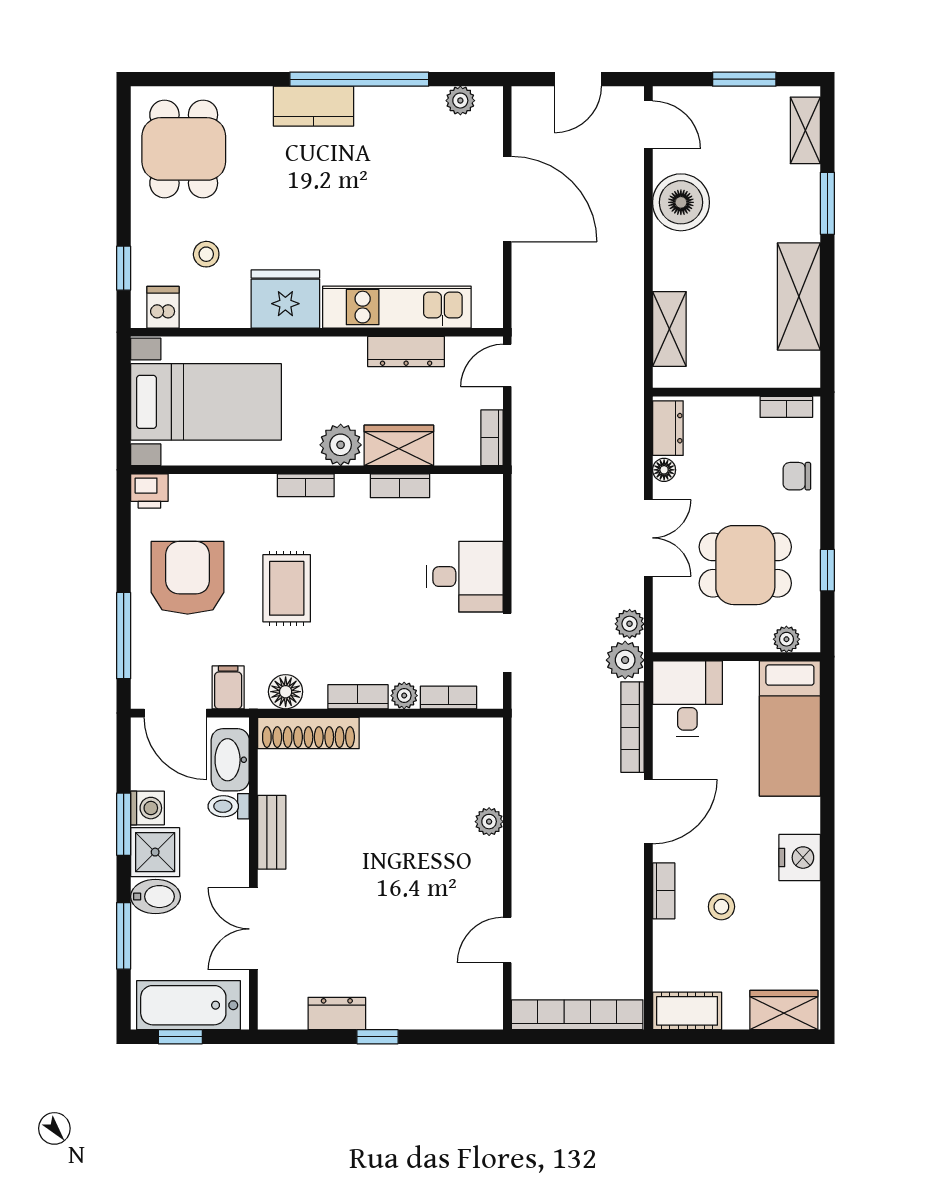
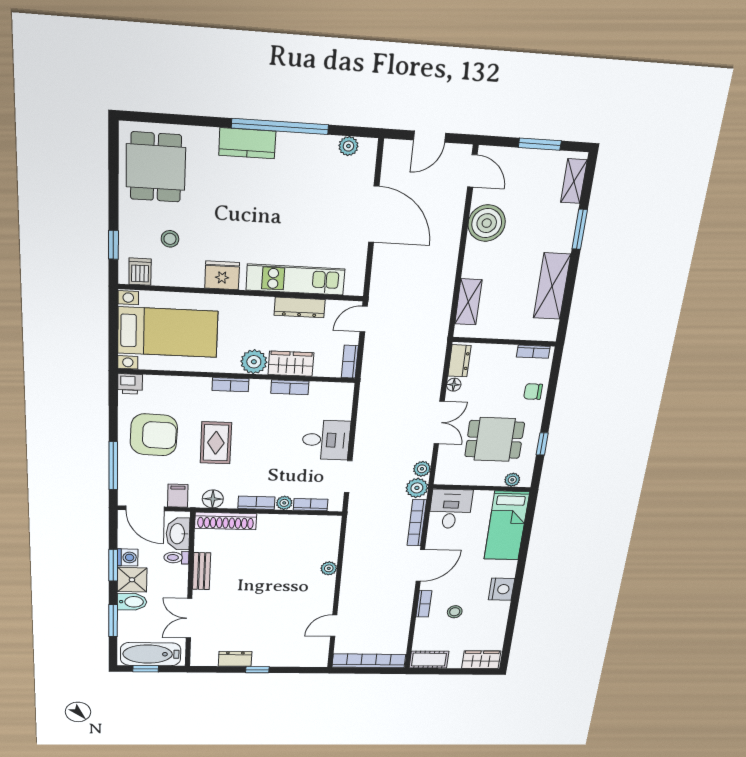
fridge: (285, 299) -> (222, 275), width x0.73, depth x0.75
armchair: (188, 578) -> (154, 435), turned 92

